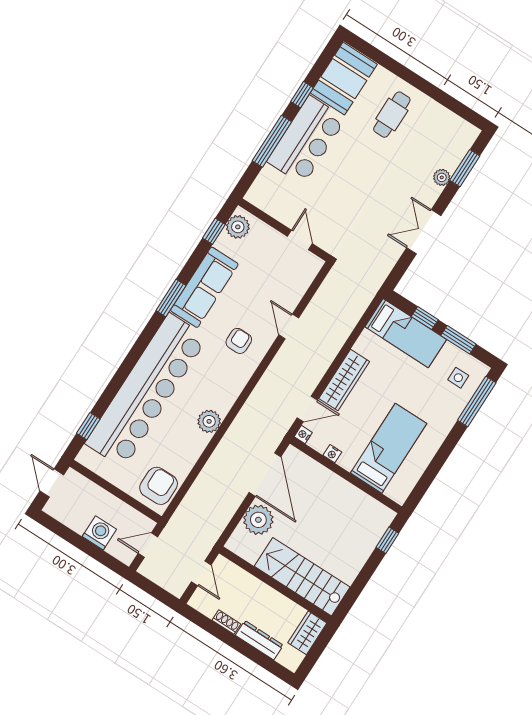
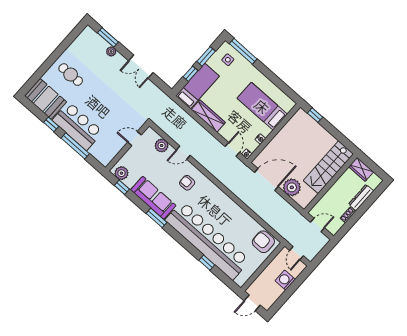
wardrobe: (344, 380) -> (208, 116), moved
plant: (209, 421) -> (162, 146), moved
window: (88, 426) -> (207, 263), moved

